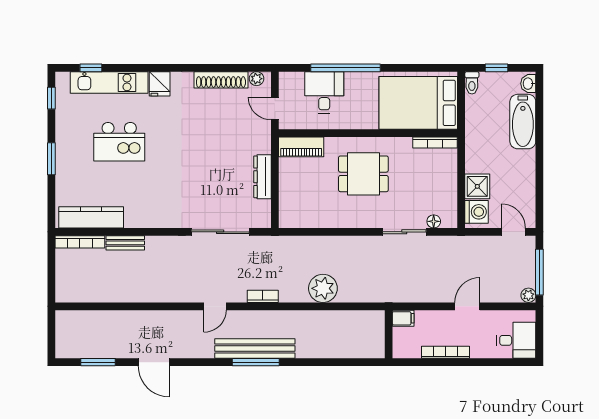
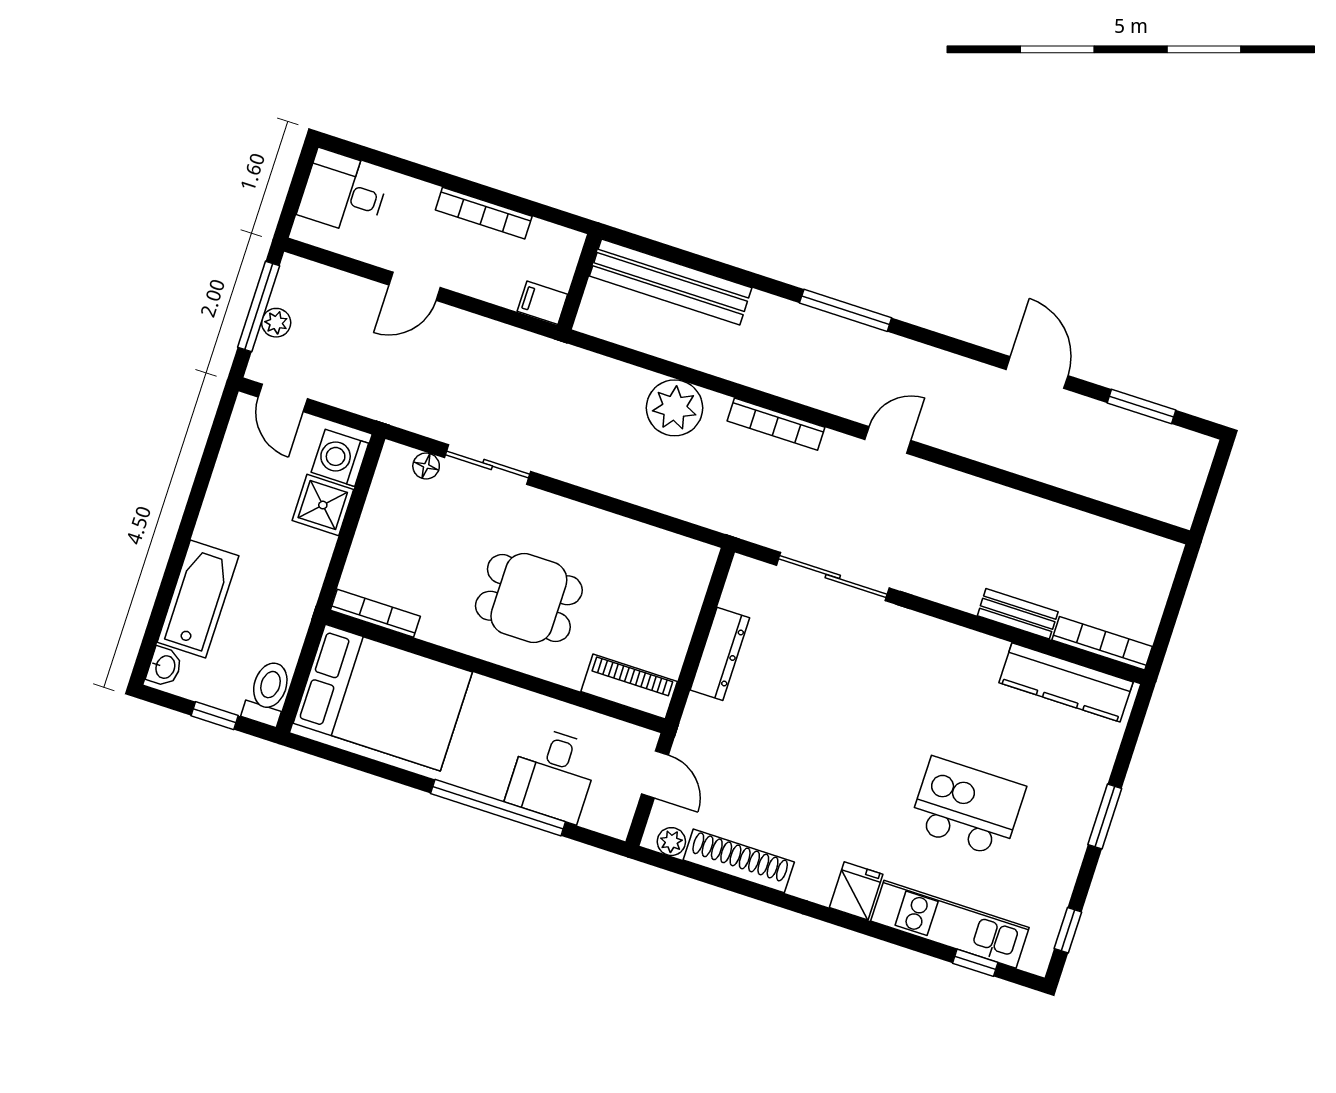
toilet: (472, 83) -> (268, 693), width x1.37, depth x1.39
plant: (528, 295) -> (276, 323), moved
bookcase: (263, 296) -> (776, 424), width x1.56
bench: (255, 348) -> (671, 282), moved

